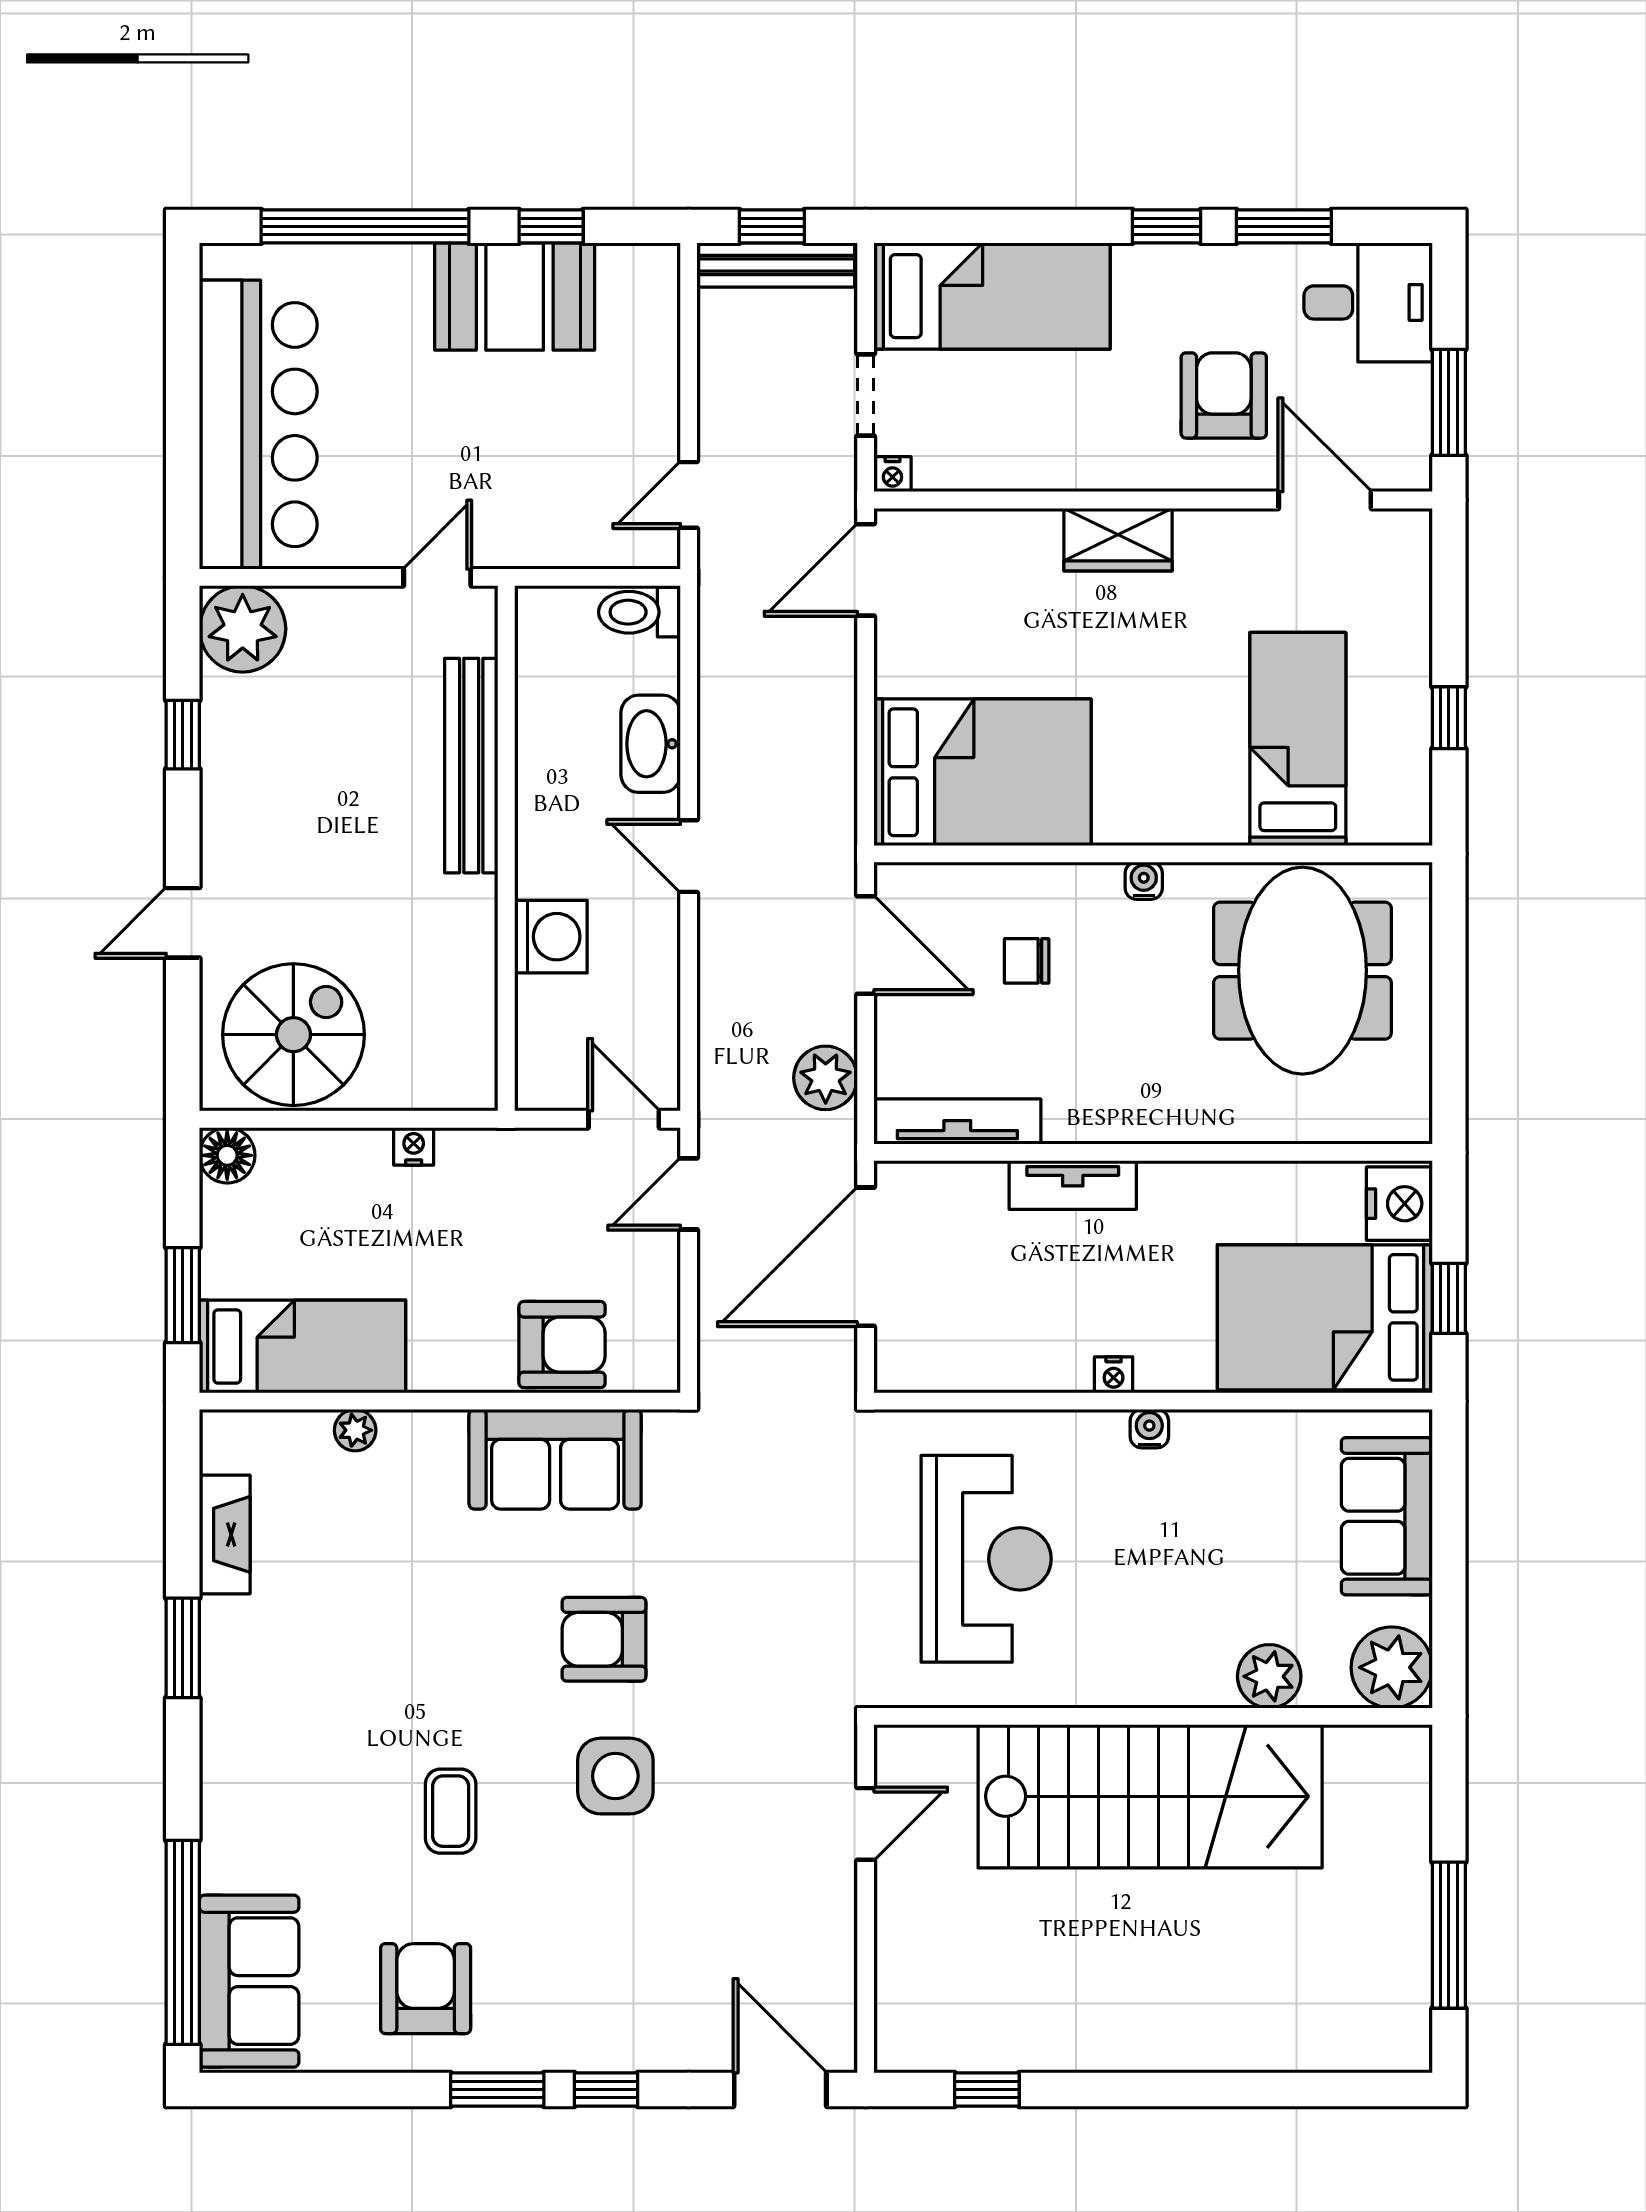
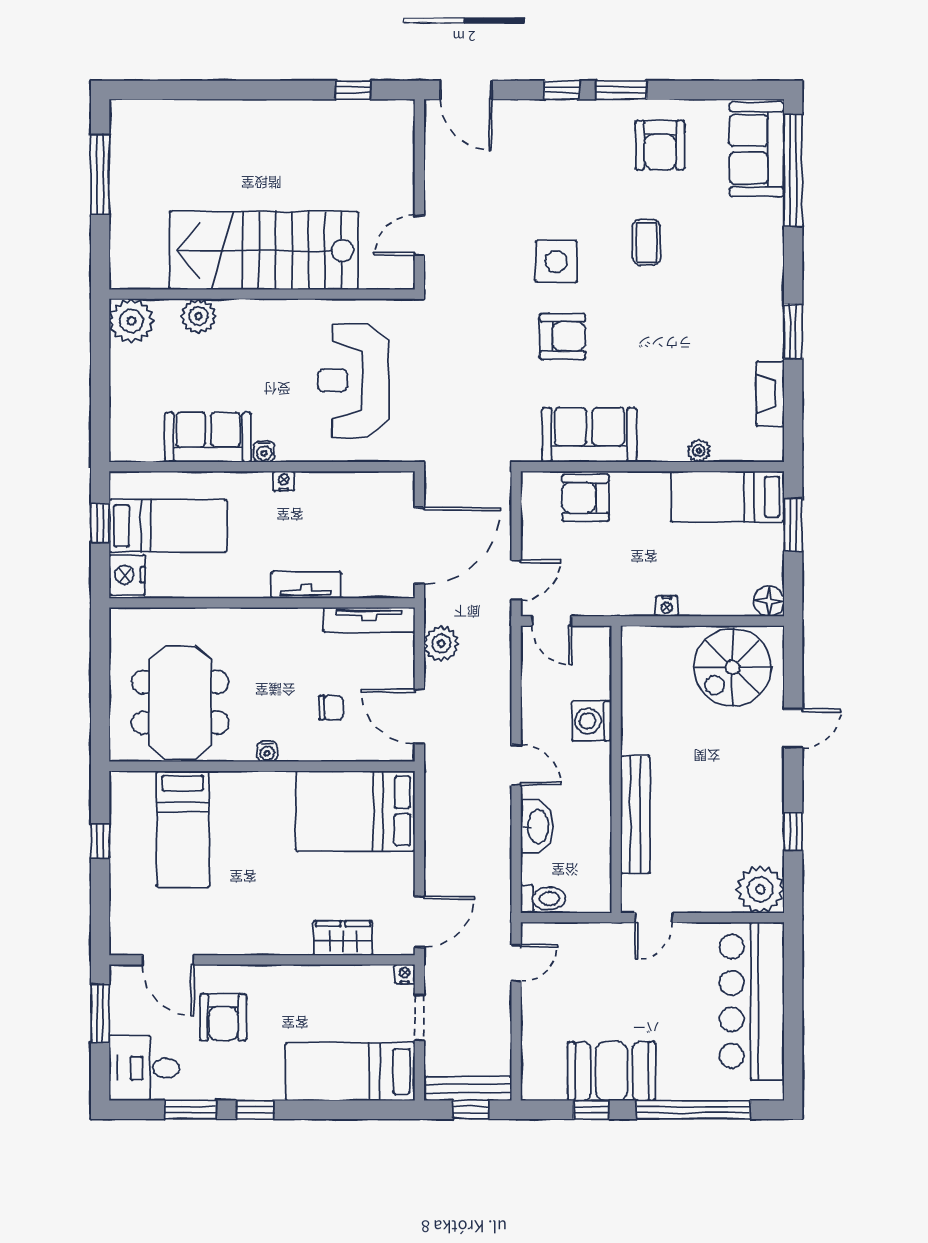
wardrobe: (1118, 540) -> (343, 938), moved
bed: (1325, 1317) -> (168, 526), width x0.67
sofa: (1387, 1516) -> (208, 437), moved, turned -90

